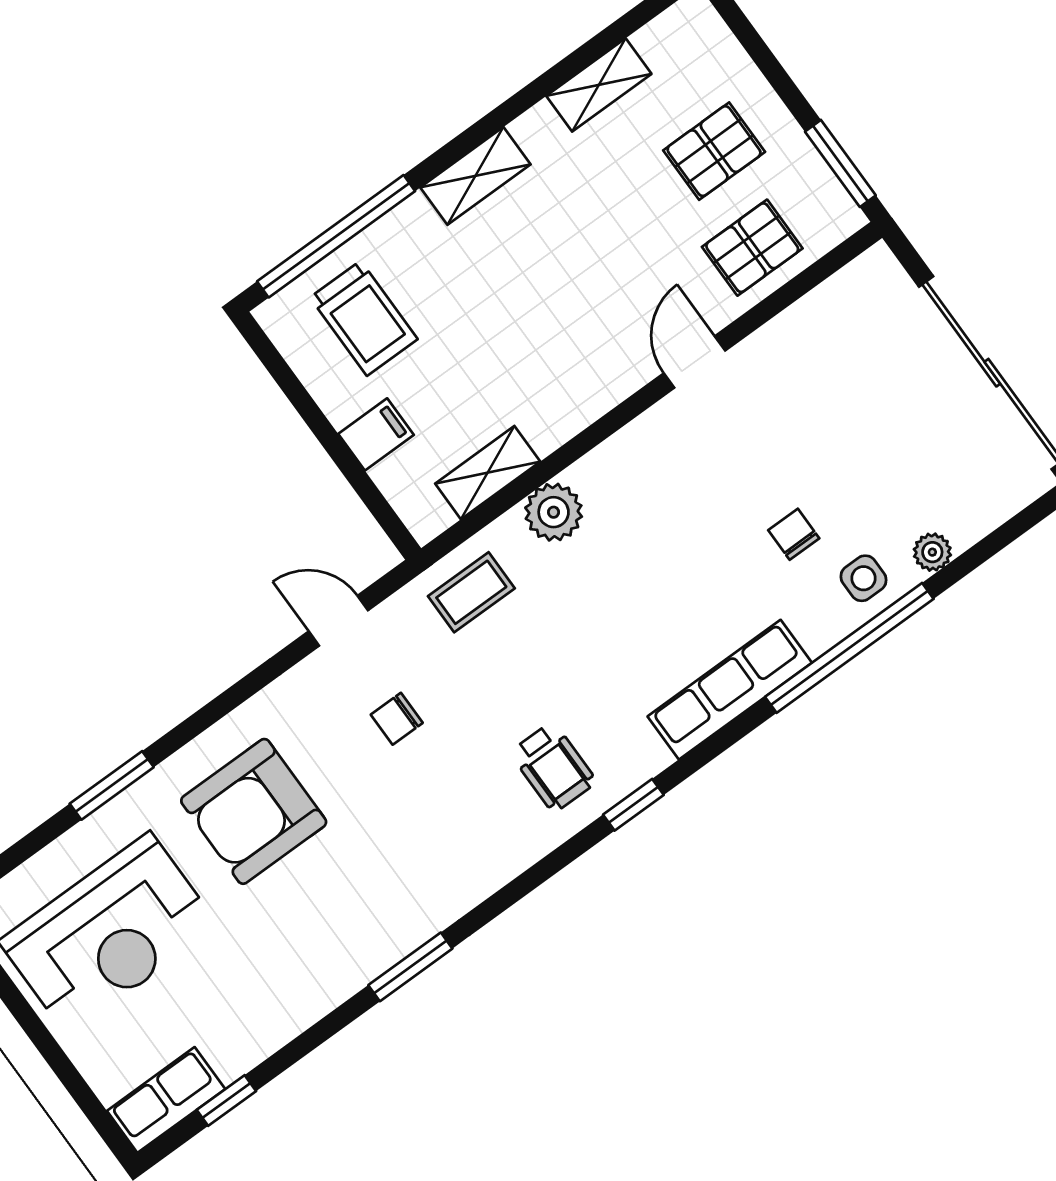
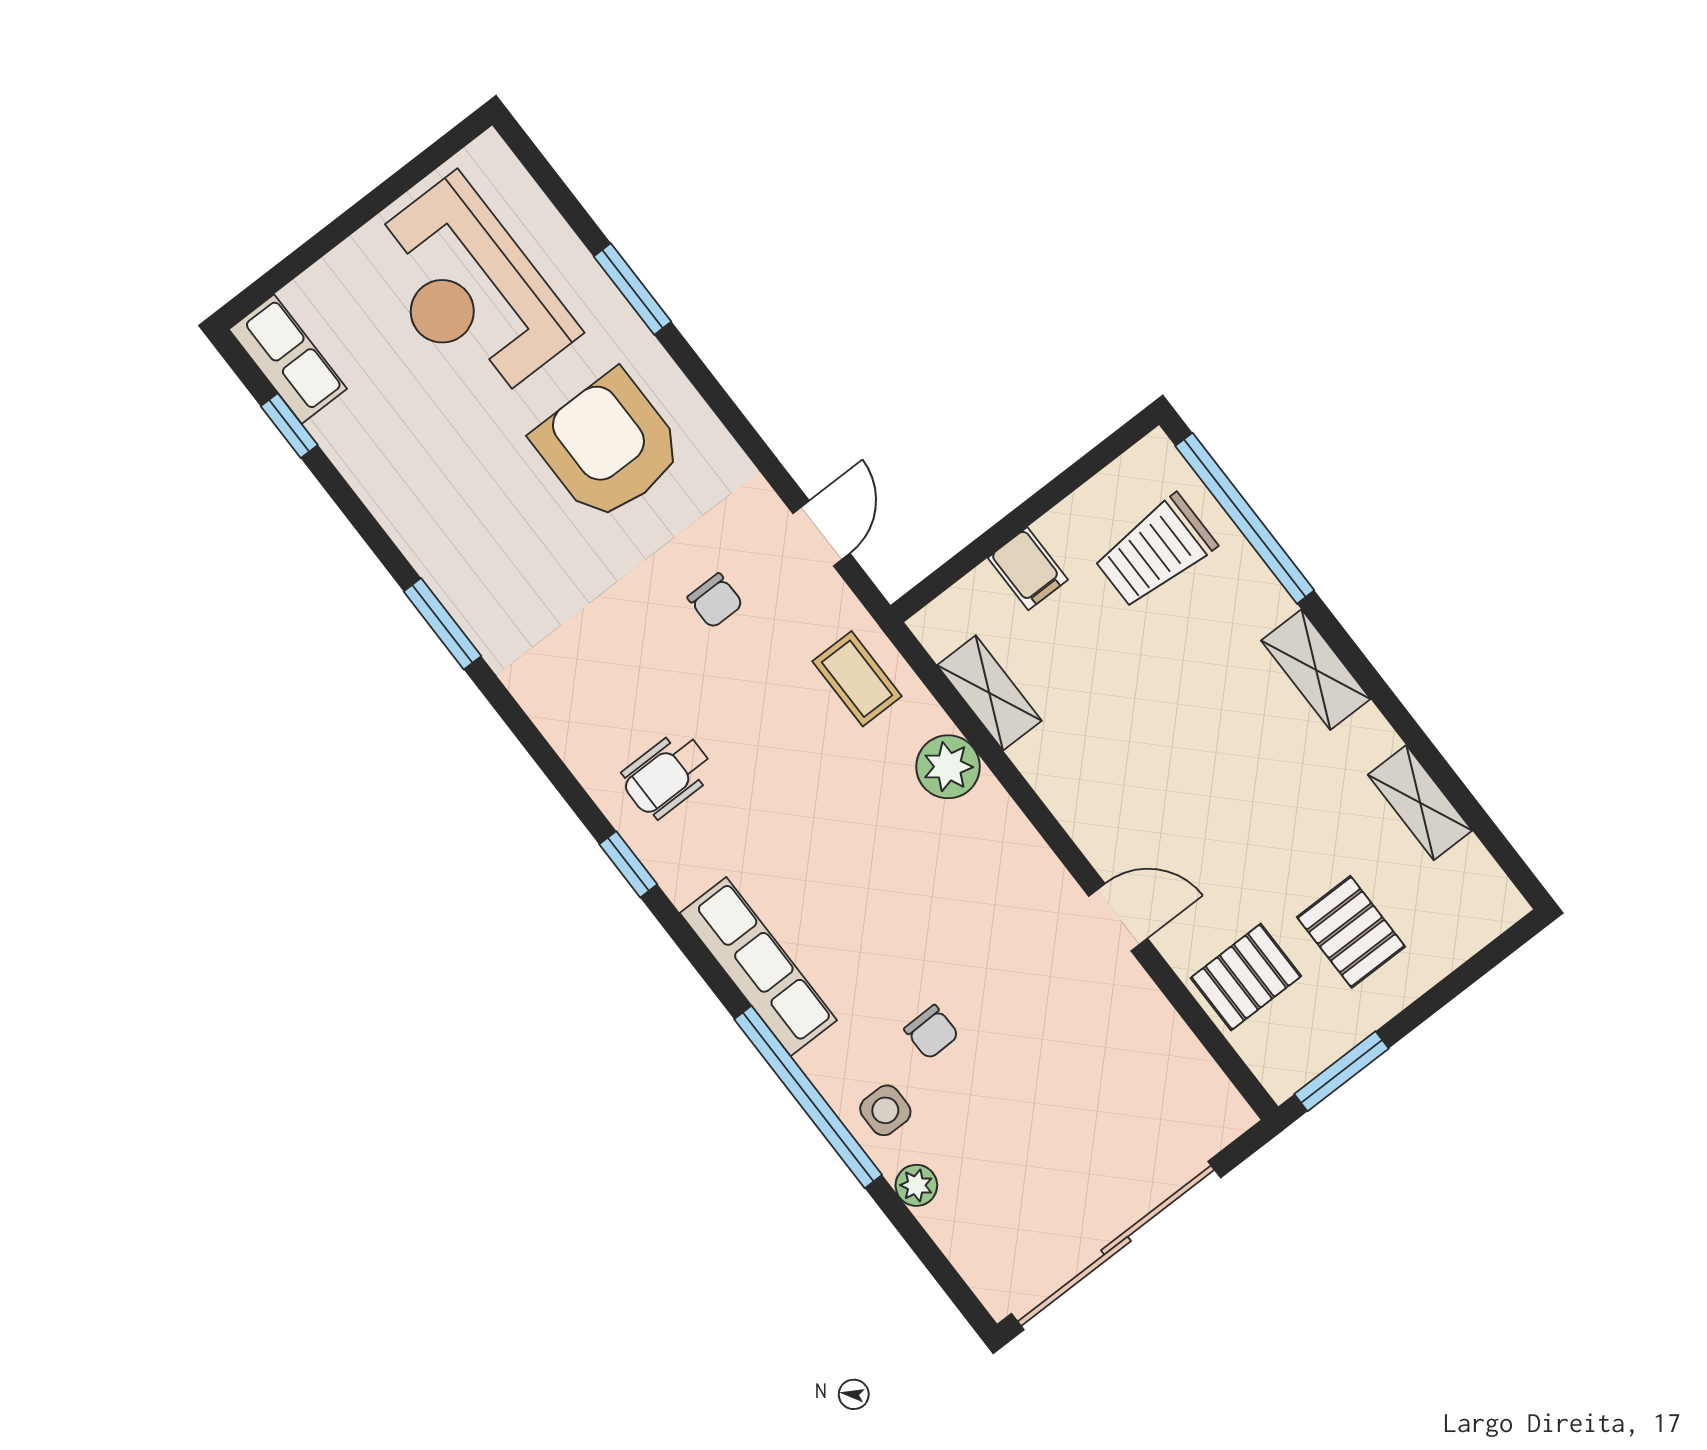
pallet: (752, 248) -> (1246, 977), turned 90
chair: (794, 534) -> (932, 1032), turned 89
chair: (397, 719) -> (715, 601), turned 180

